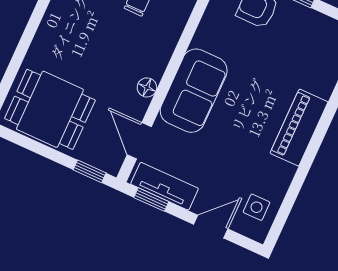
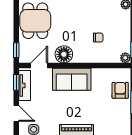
floor lamp: (147, 87) -> (64, 54), width x1.89, depth x1.89

